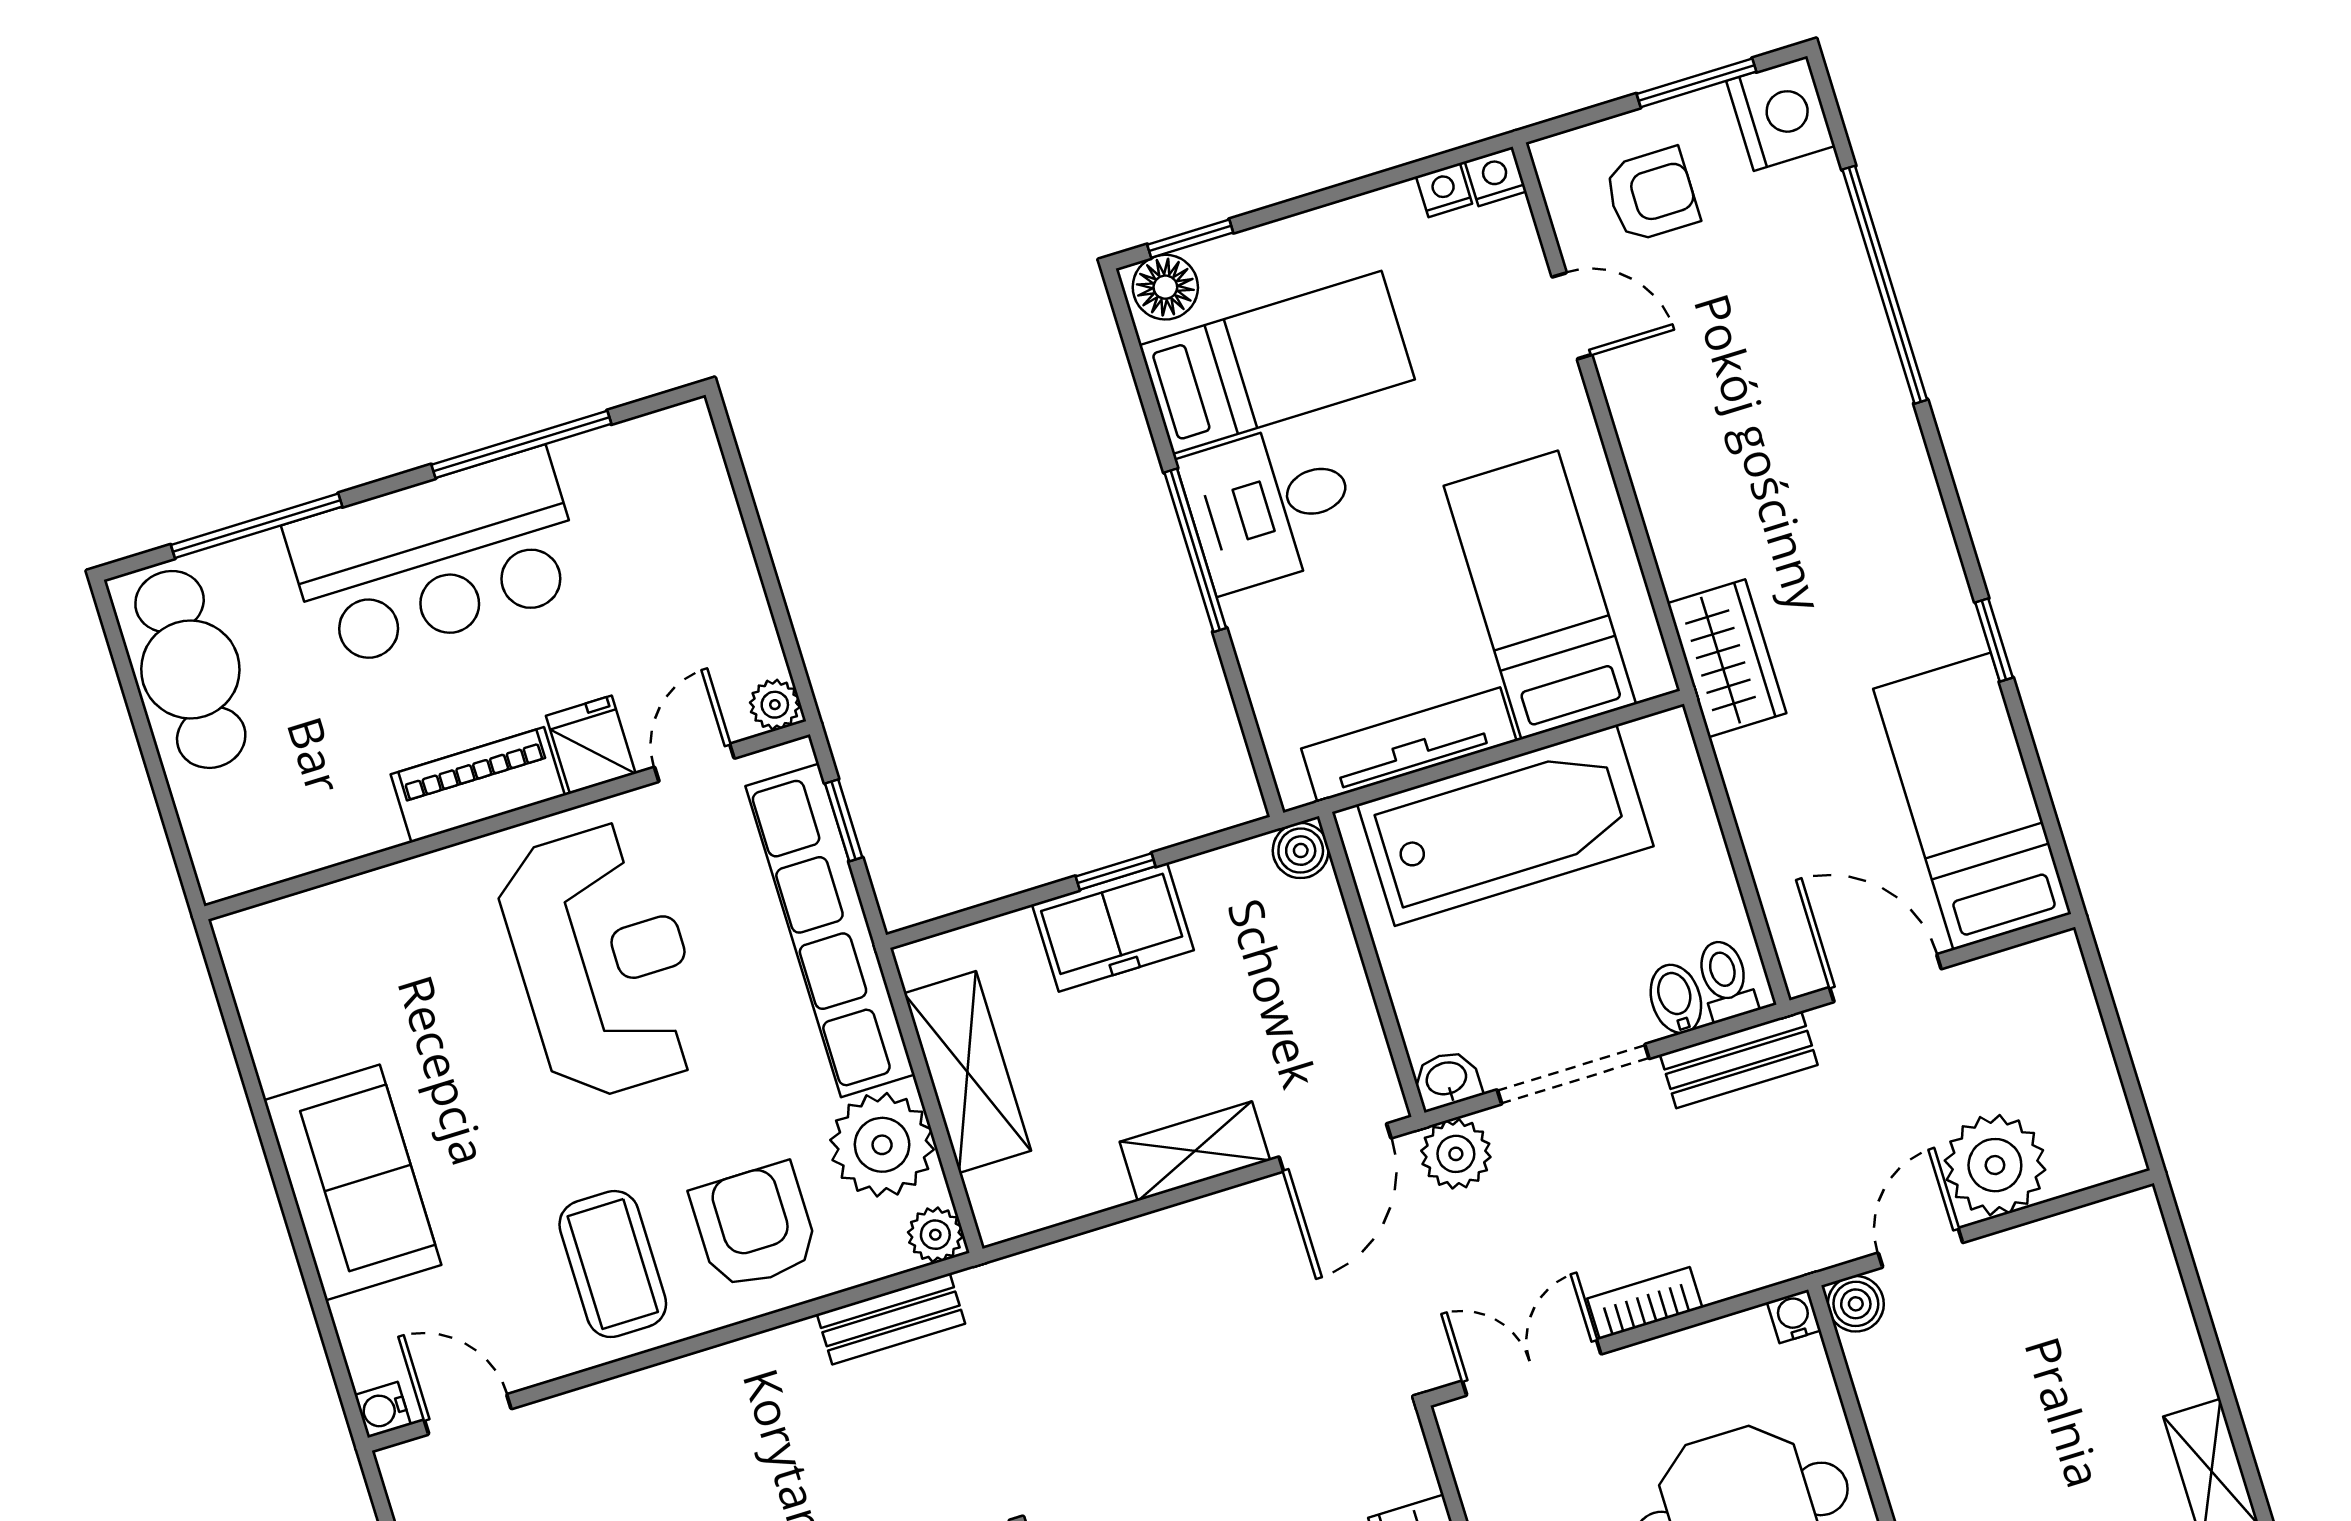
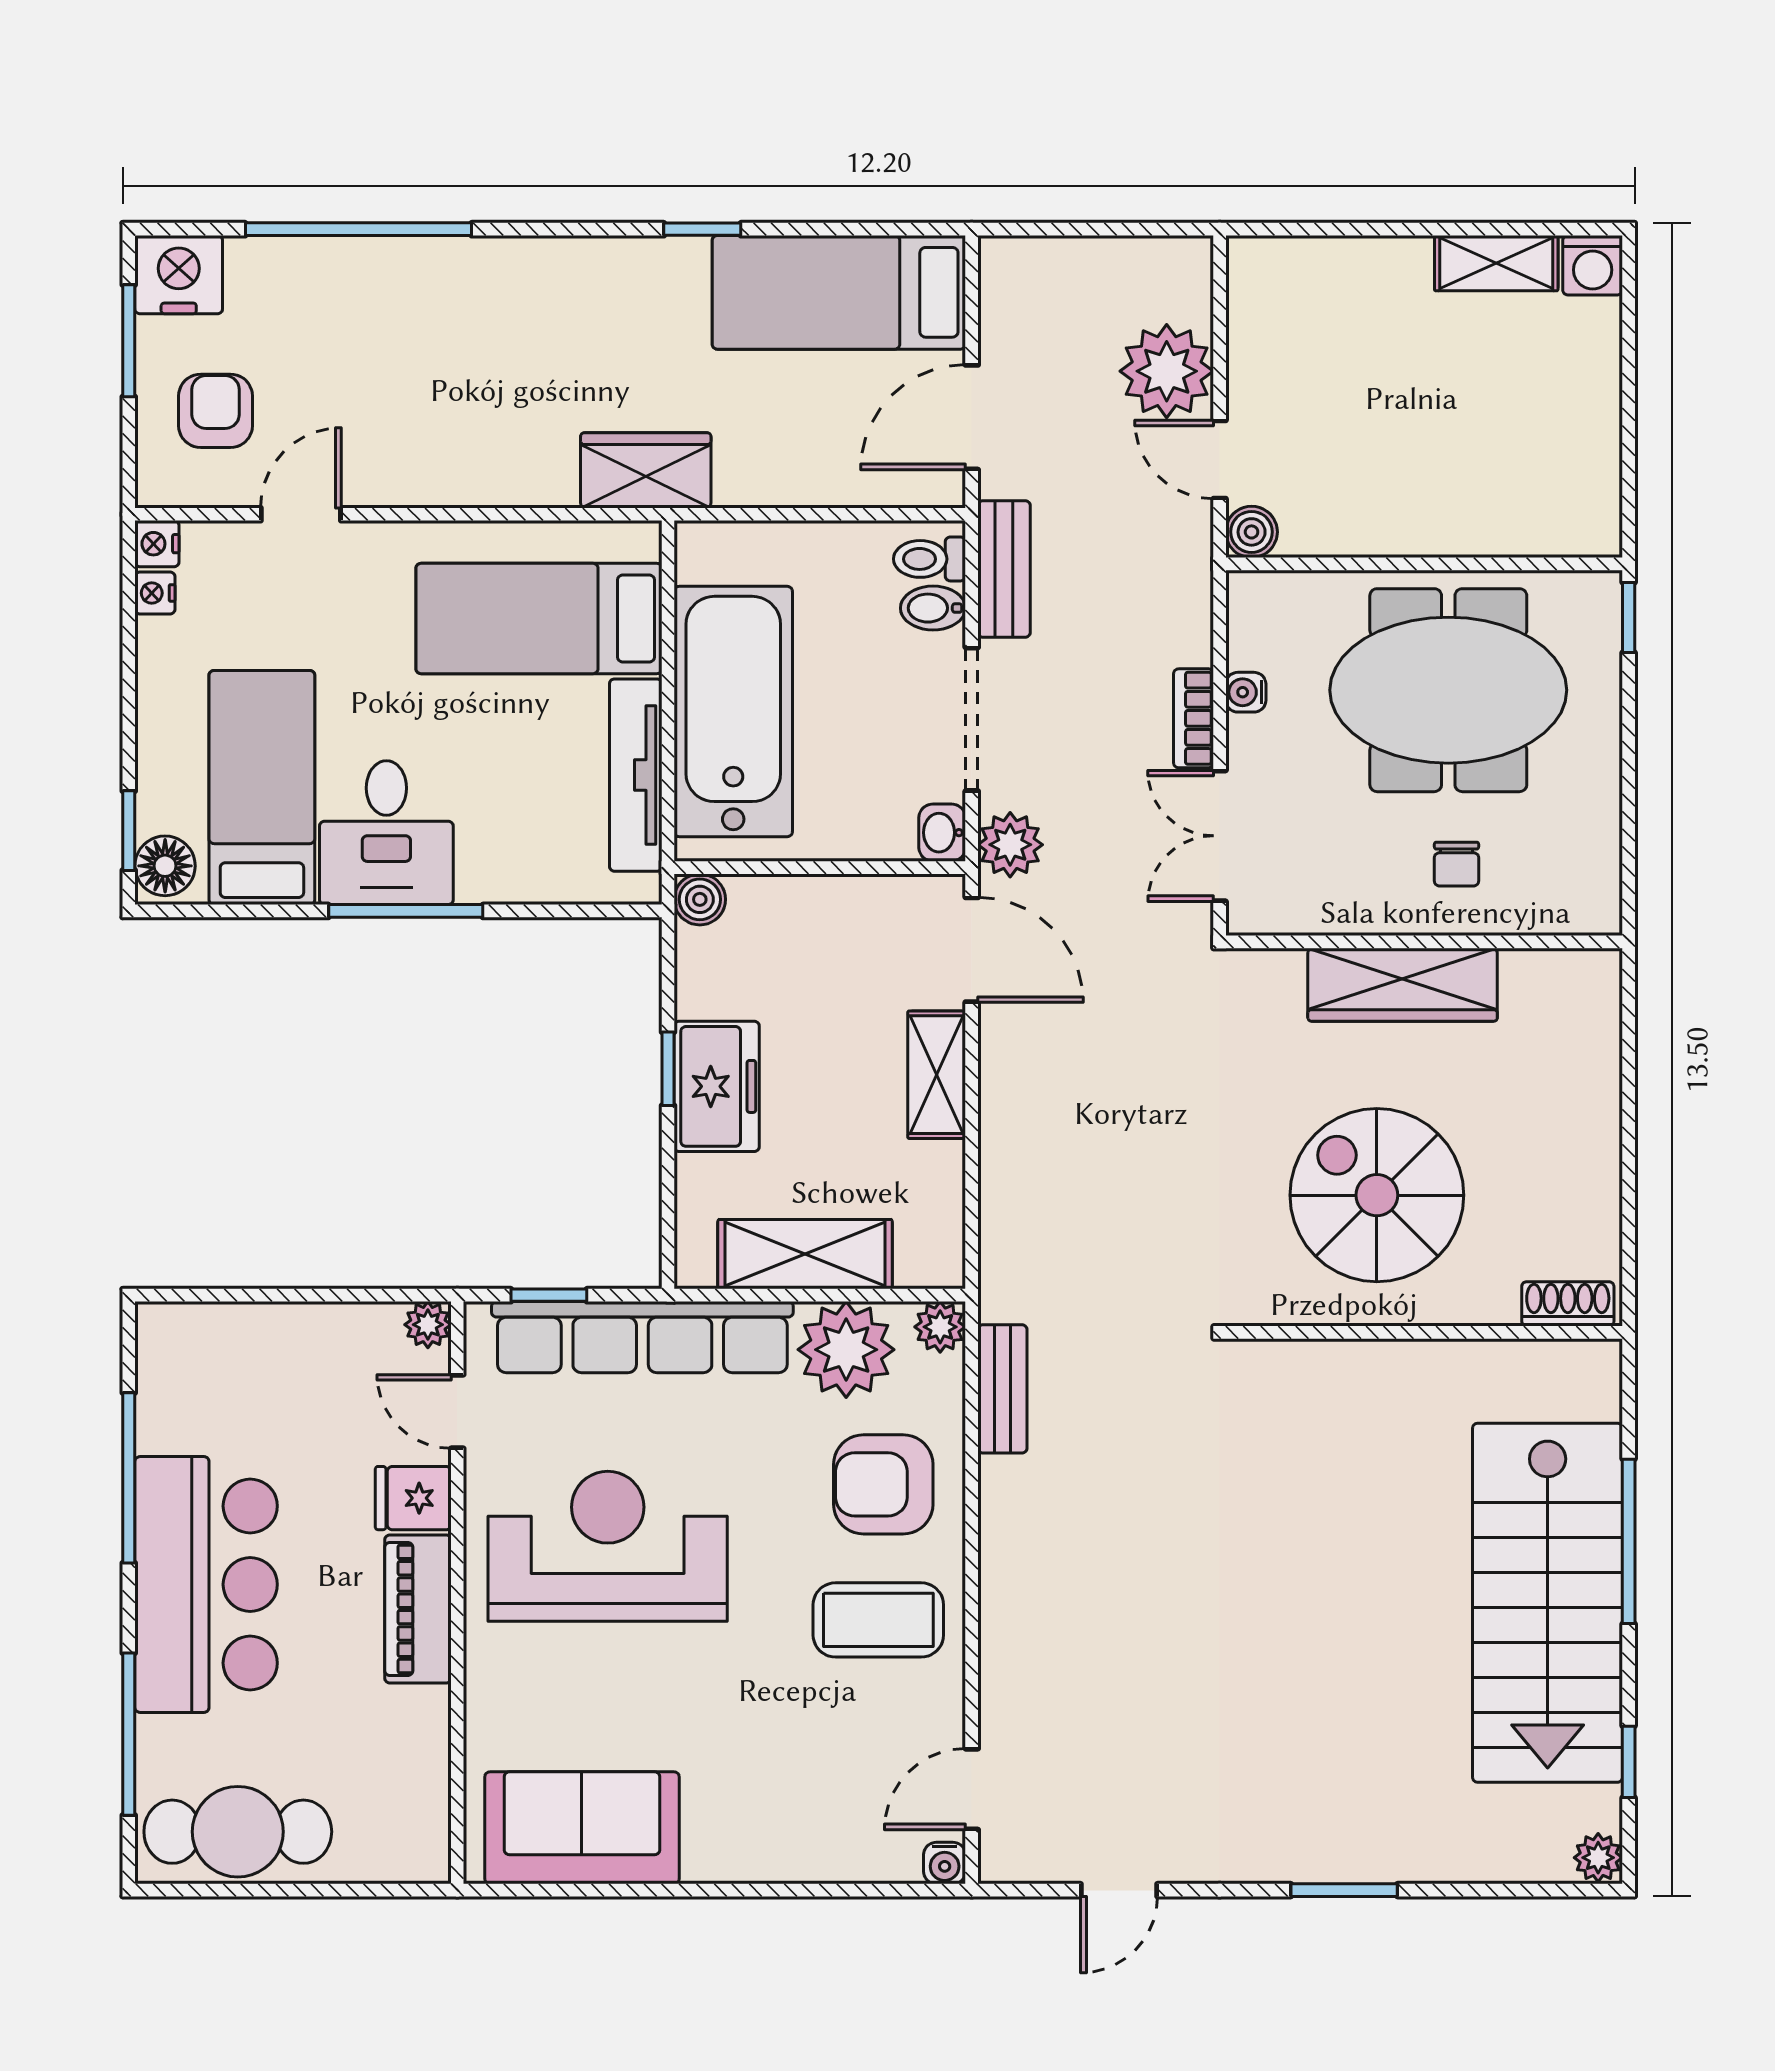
sofa: (353, 1183) -> (582, 1828), moved
water cooler: (1794, 1316) -> (1246, 692), moved

